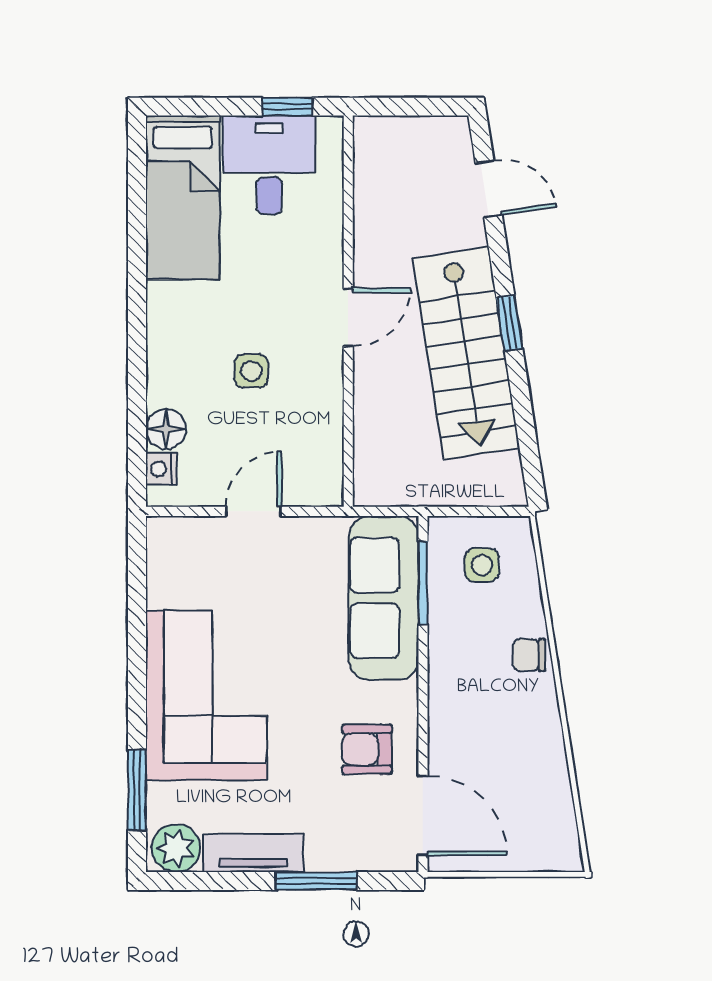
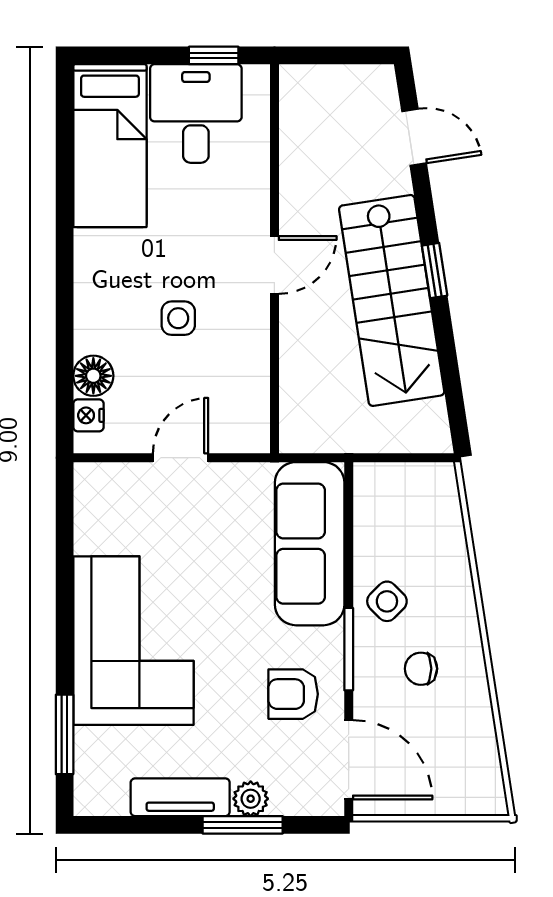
side table: (482, 565) -> (387, 601), moved, turned 45
window: (423, 583) -> (349, 649), moved
chair: (529, 655) -> (421, 669), moved
plant: (176, 848) -> (251, 799), moved, width x0.73, depth x0.73

